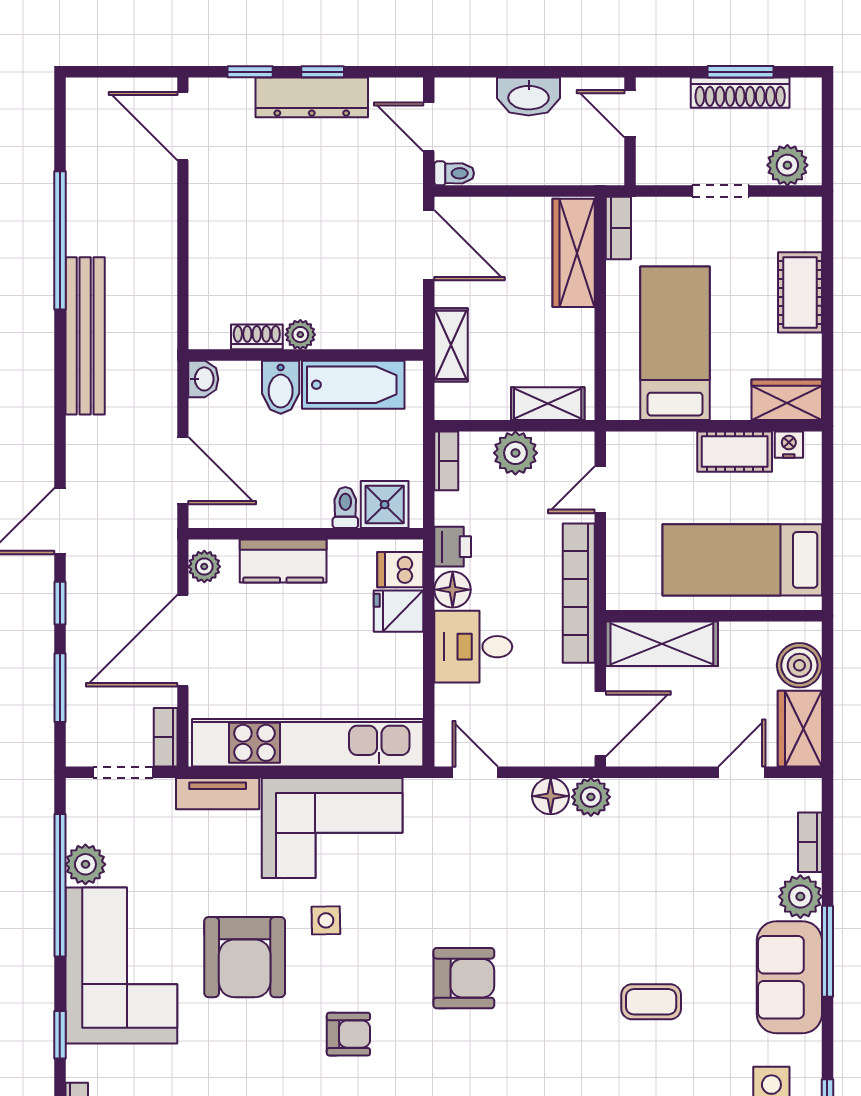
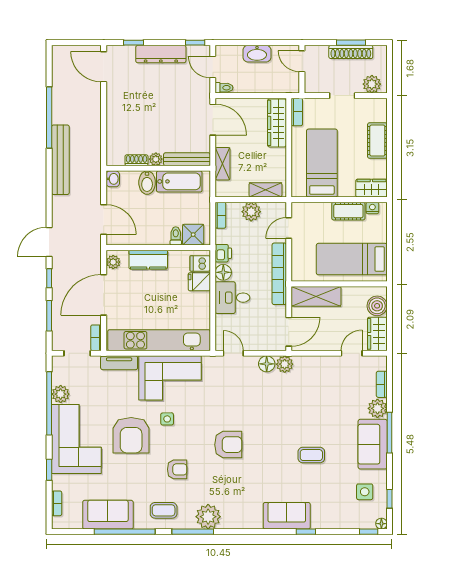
window: (323, 72) -> (195, 43), moved
bench: (371, 335) -> (187, 159), added

